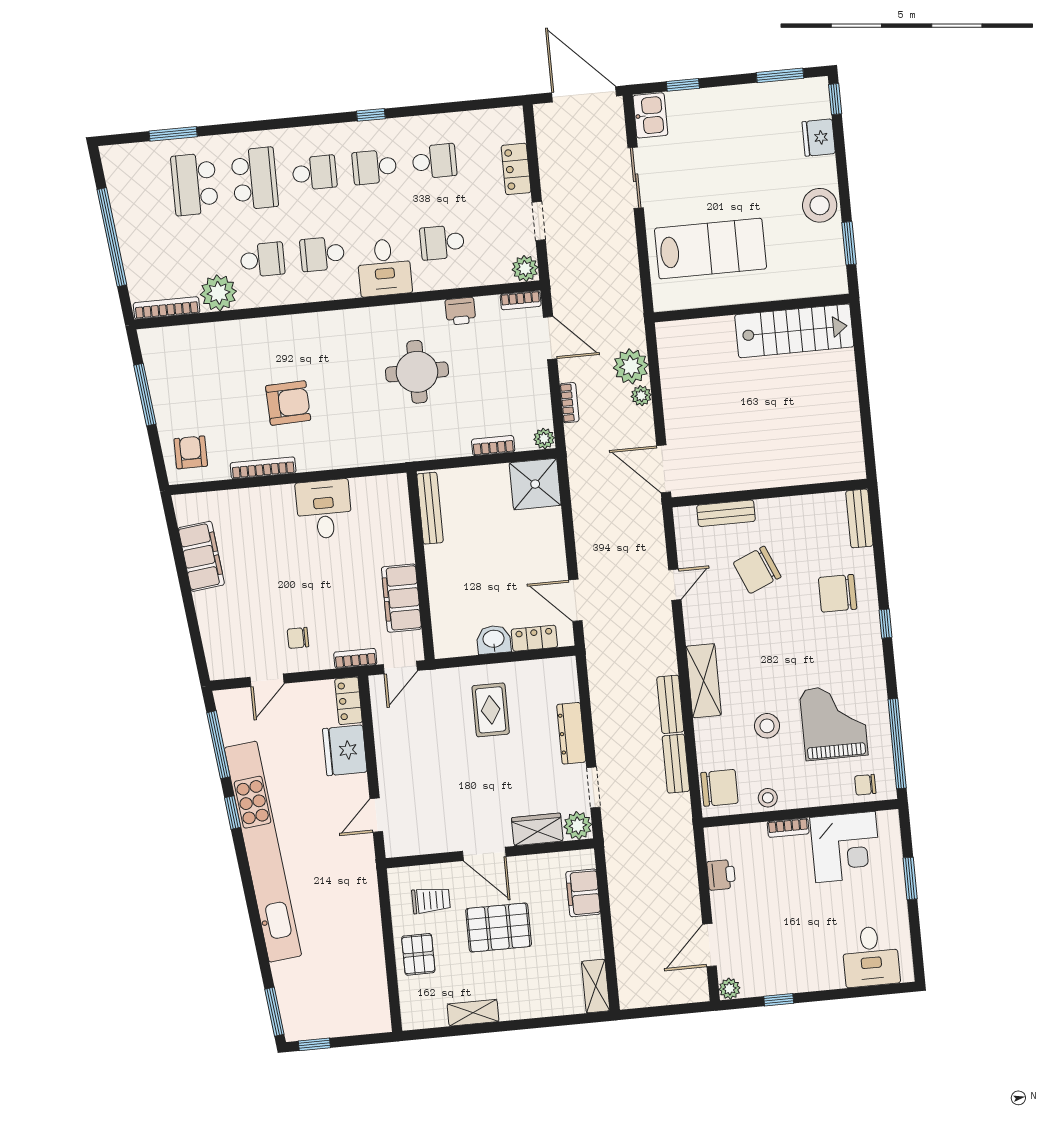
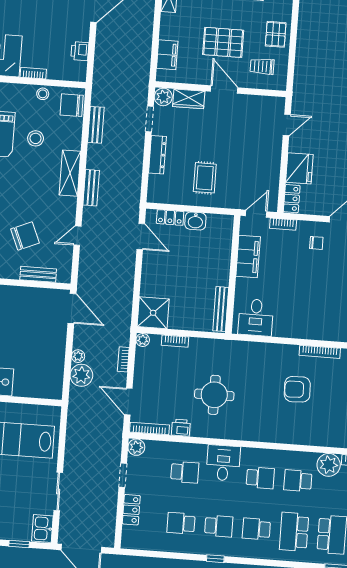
bookcase: (521, 300) -> (150, 429), width x1.56
desk: (324, 509) -> (256, 317), moved
bench: (670, 704) -> (91, 188), moved

